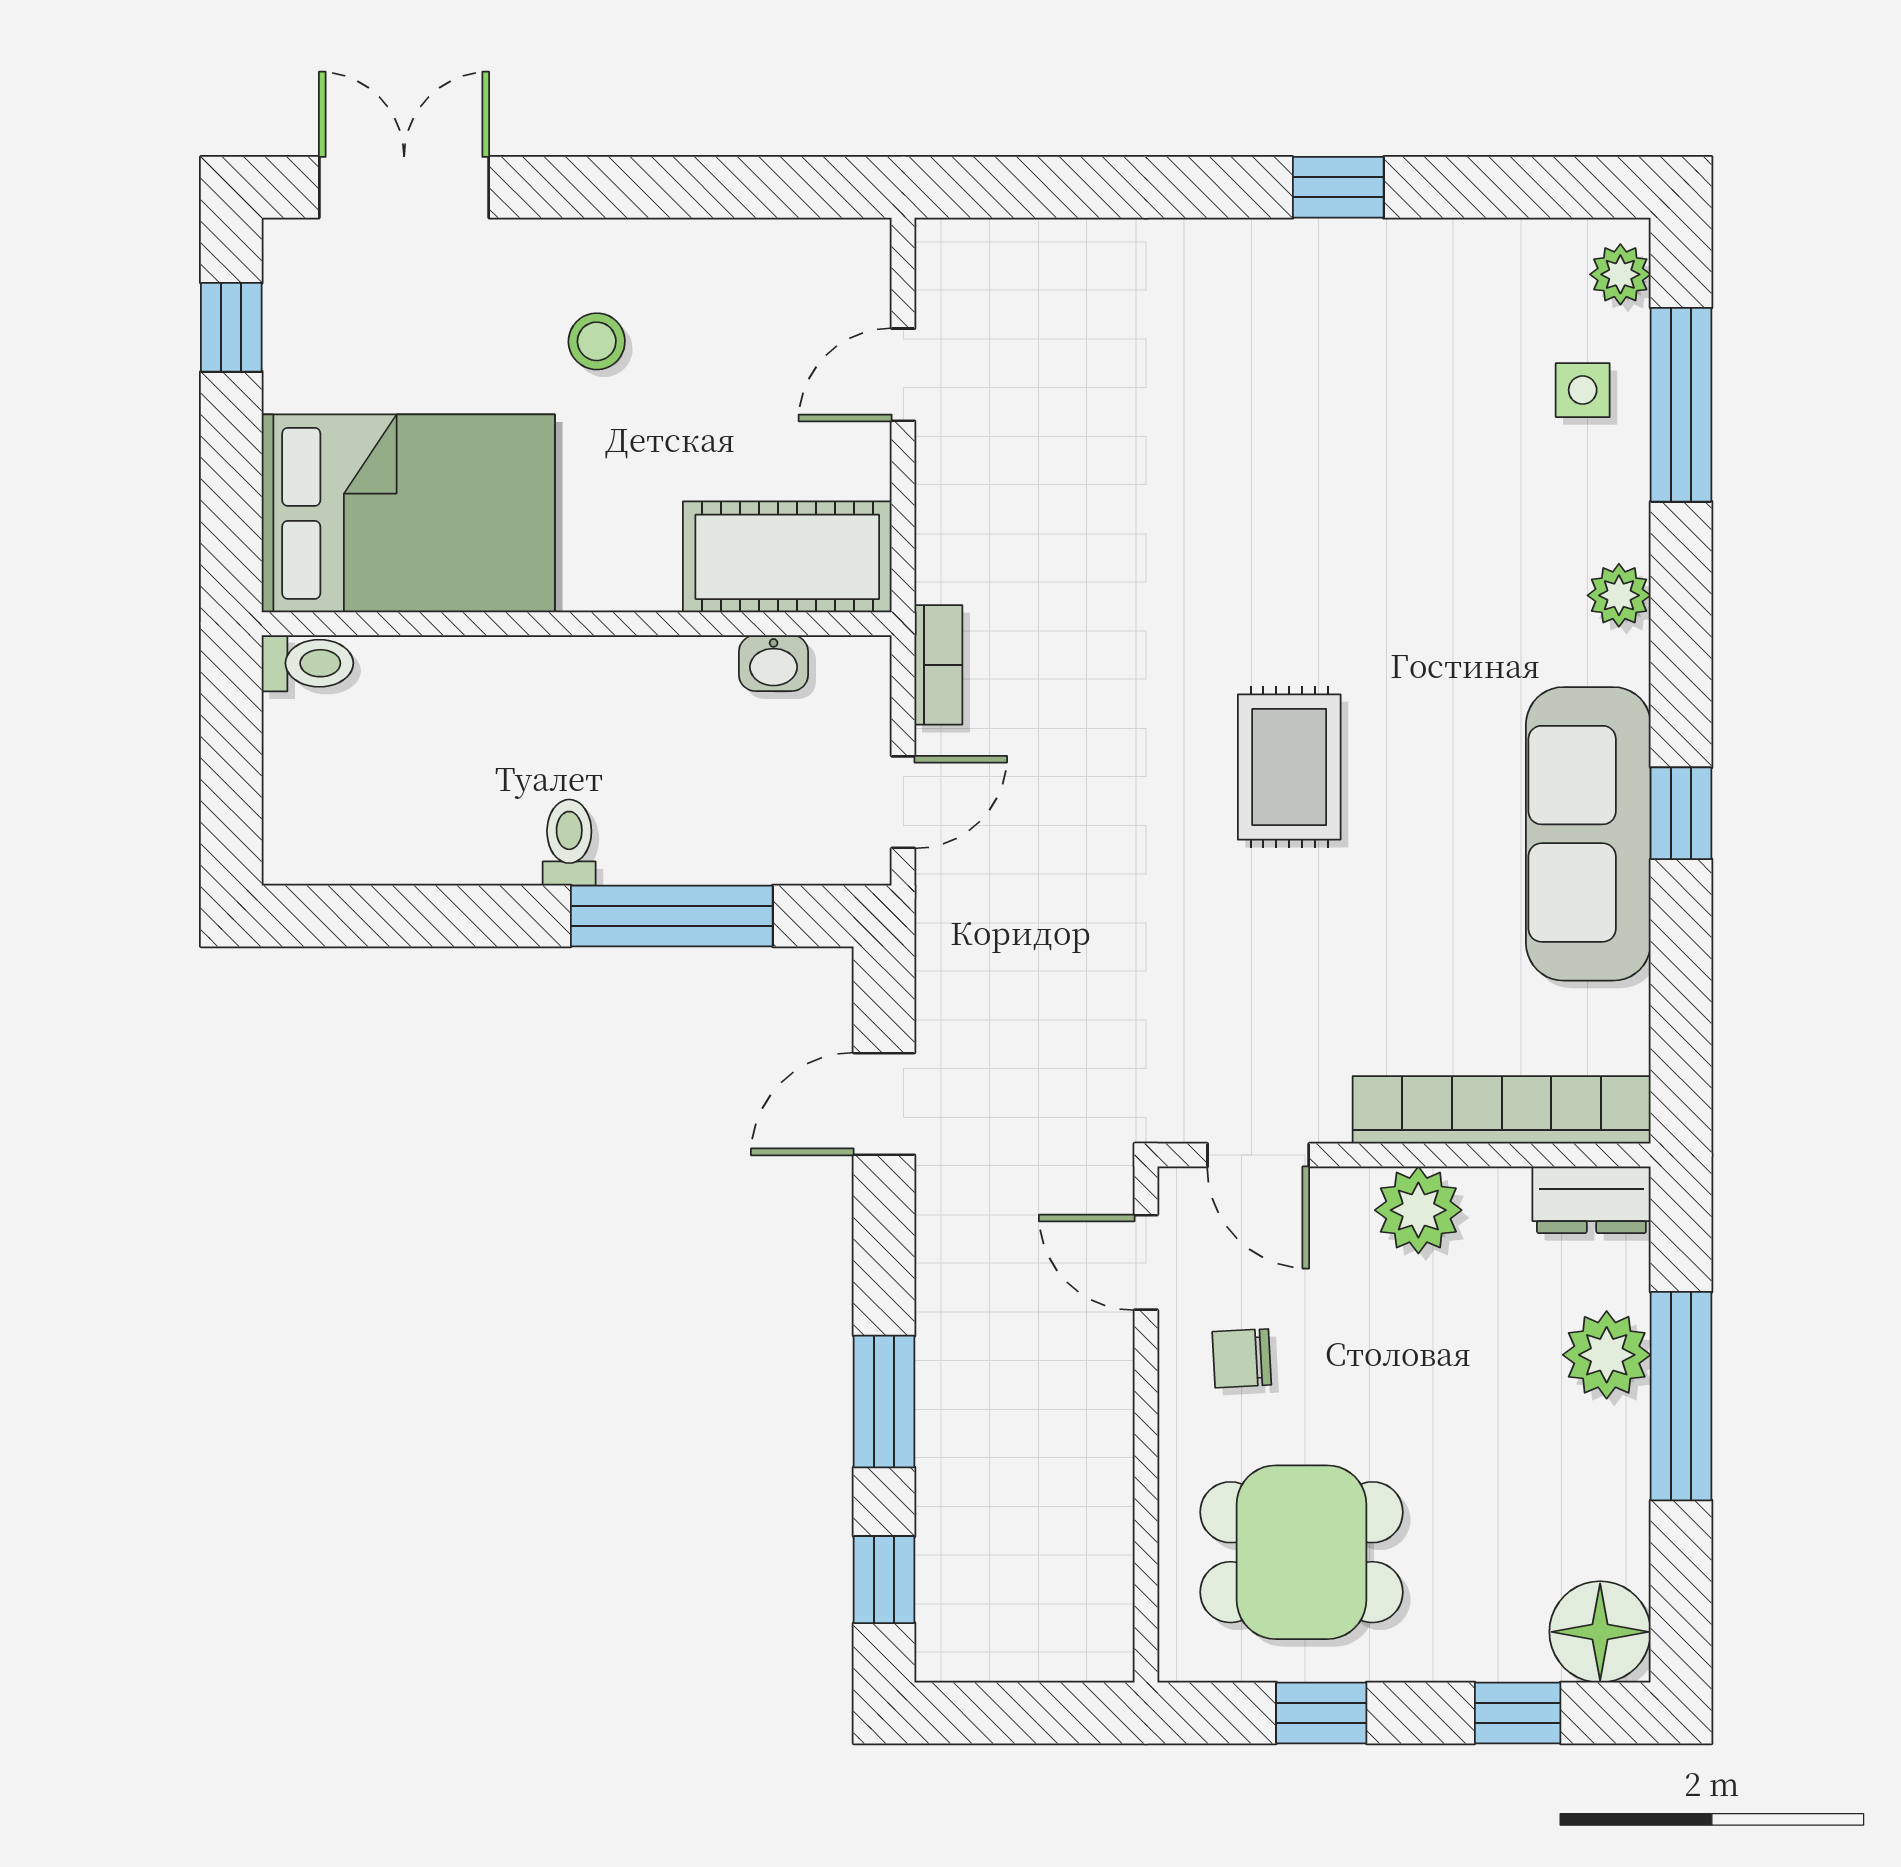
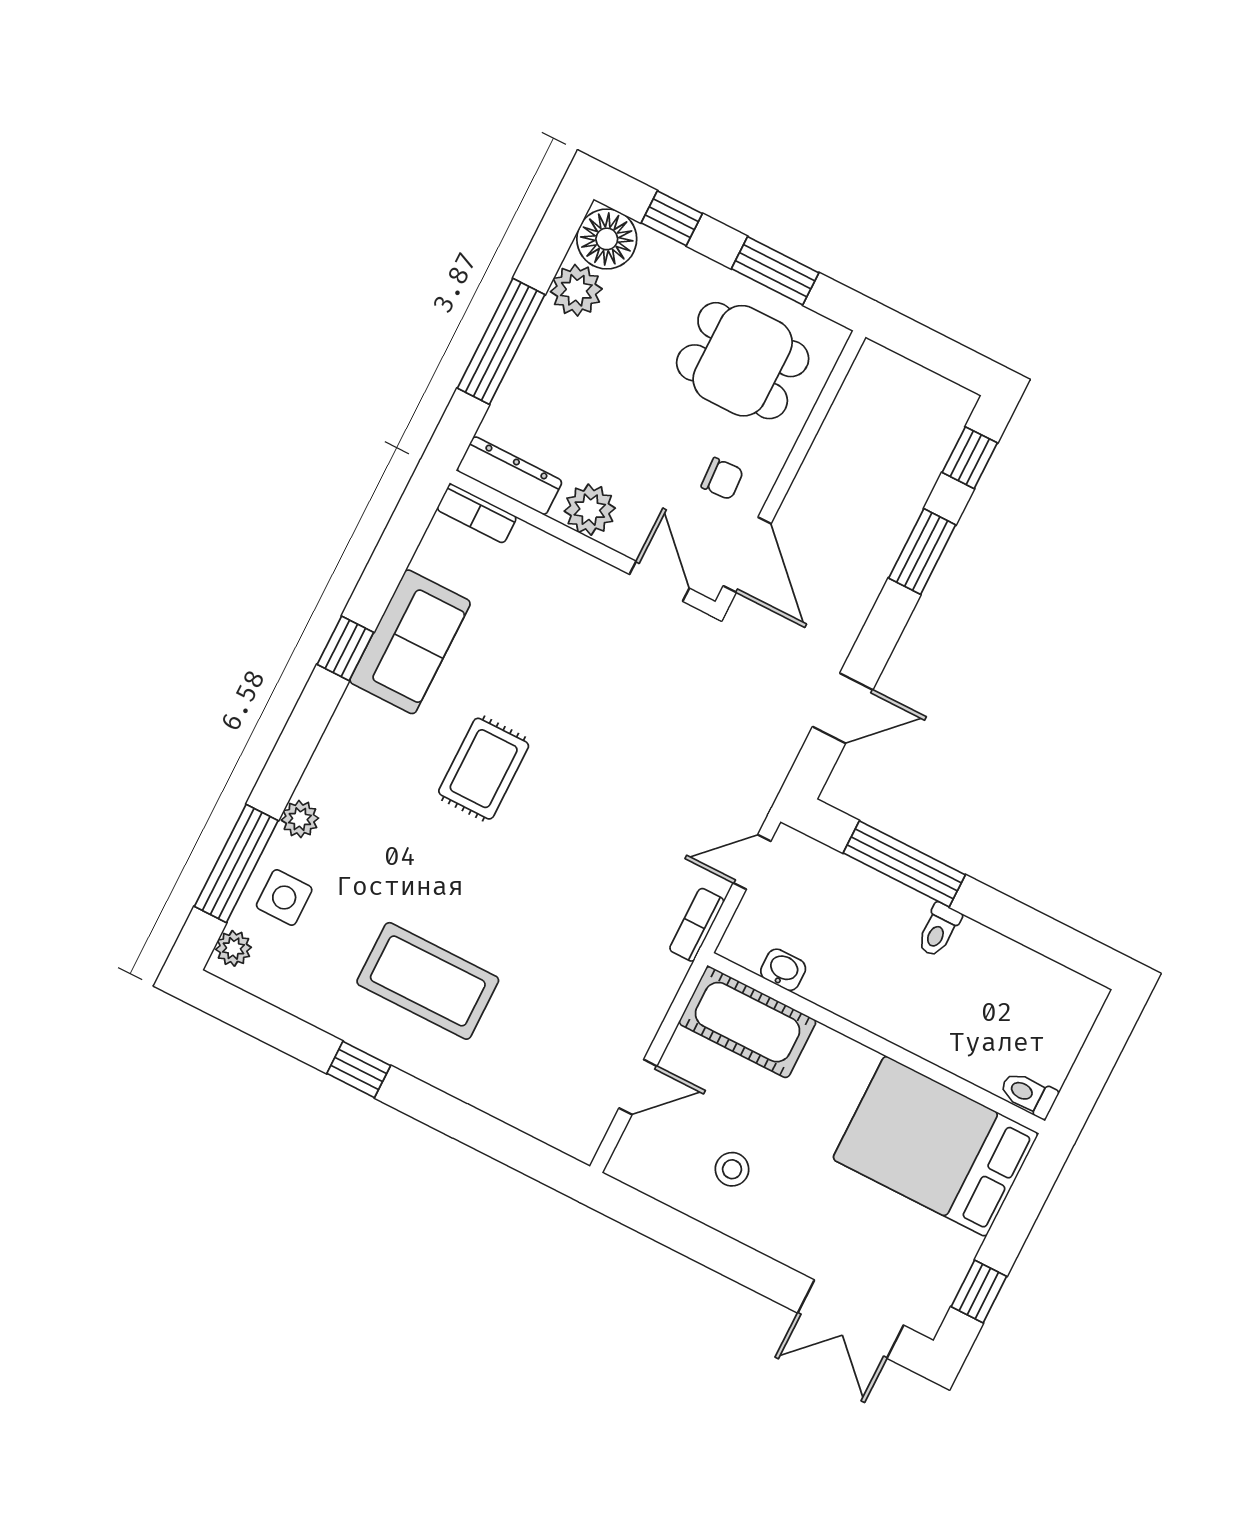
stool: (597, 341) -> (732, 1169), moved
coffee table: (1302, 374) -> (428, 981), added
side table: (1583, 390) -> (284, 897), width x1.37, depth x1.37
plant: (1619, 595) -> (300, 819), moved
rug: (1289, 767) -> (484, 769), moved
sofa: (1588, 834) -> (410, 642), width x0.73
bookcase: (1502, 1110) -> (477, 513), width x0.43, depth x0.76
dresser: (1591, 1200) -> (509, 476), width x1.44
door: (1146, 1262) -> (747, 555), width x1.38
plant: (1607, 1355) -> (576, 290), moved
window: (1321, 1713) -> (775, 271), width x1.50

